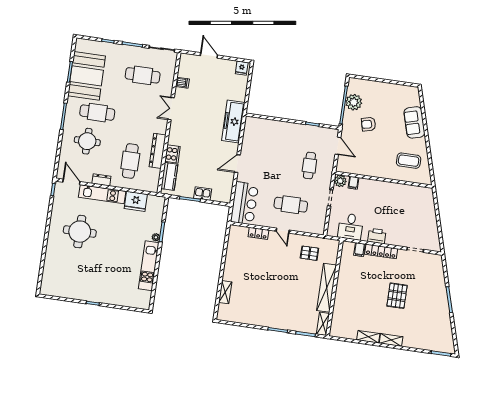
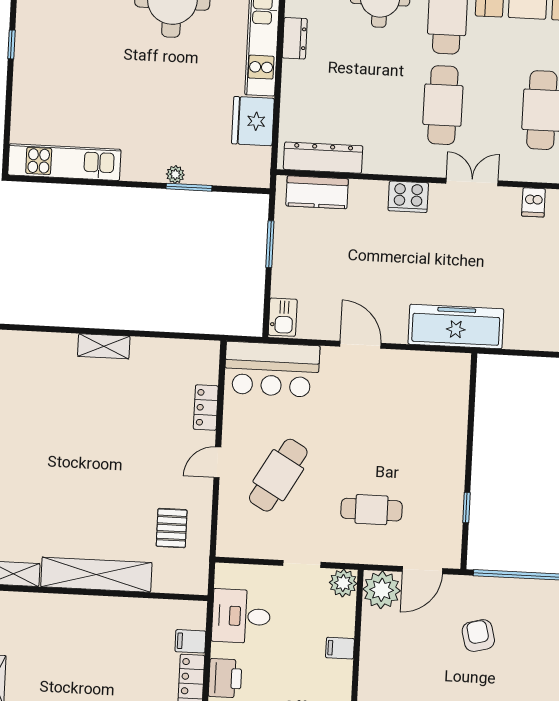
plant: (354, 102) -> (382, 590), moved
dresser: (158, 151) -> (323, 158), moved
cooker: (172, 154) -> (408, 197), moved
cafe table: (130, 161) -> (443, 105), moved, turned 90
filing cabinet: (353, 183) -> (340, 648), moved
kitchen sink: (203, 194) -> (283, 317), moved
cafe table: (291, 205) -> (278, 475), turned 30
kitchen unit: (149, 266) -> (64, 162), moved
shelving: (225, 292) -> (104, 346), moved

